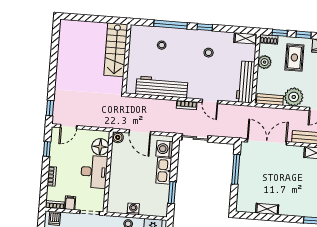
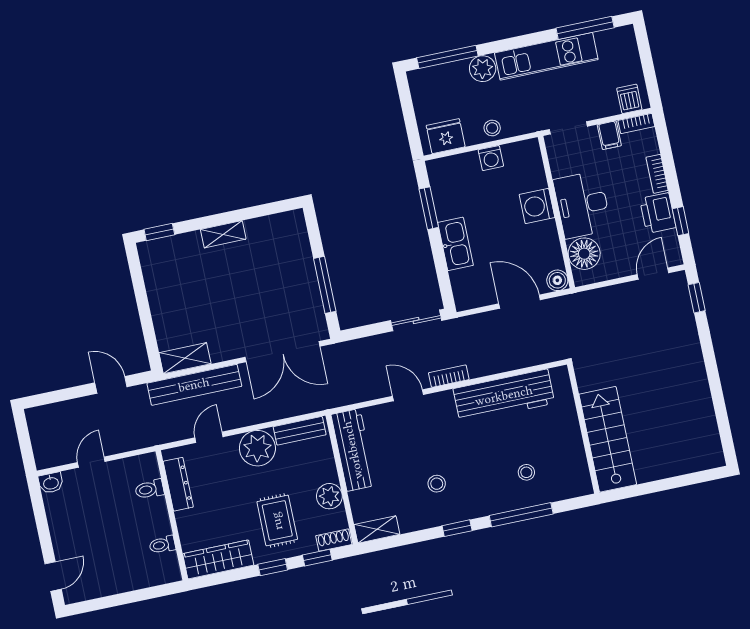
washing machine: (164, 149) -> (537, 206), moved, turned 180
printer: (57, 156) -> (658, 213), added
shelving: (267, 209) -> (223, 234), moved

